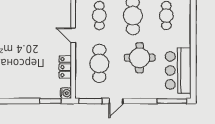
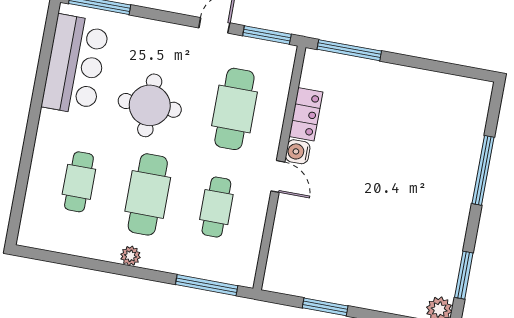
water cooler: (66, 93) -> (298, 152), moved
window: (50, 101) -> (349, 50), width x1.44

